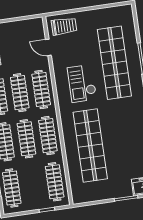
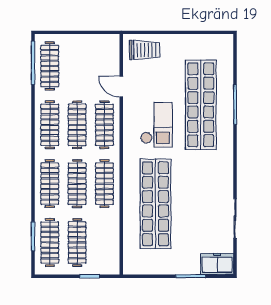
door: (48, 47) -> (121, 87), moved
checkout: (82, 83) -> (157, 125), turned 180
clothes rail: (55, 182) -> (77, 243), moved

